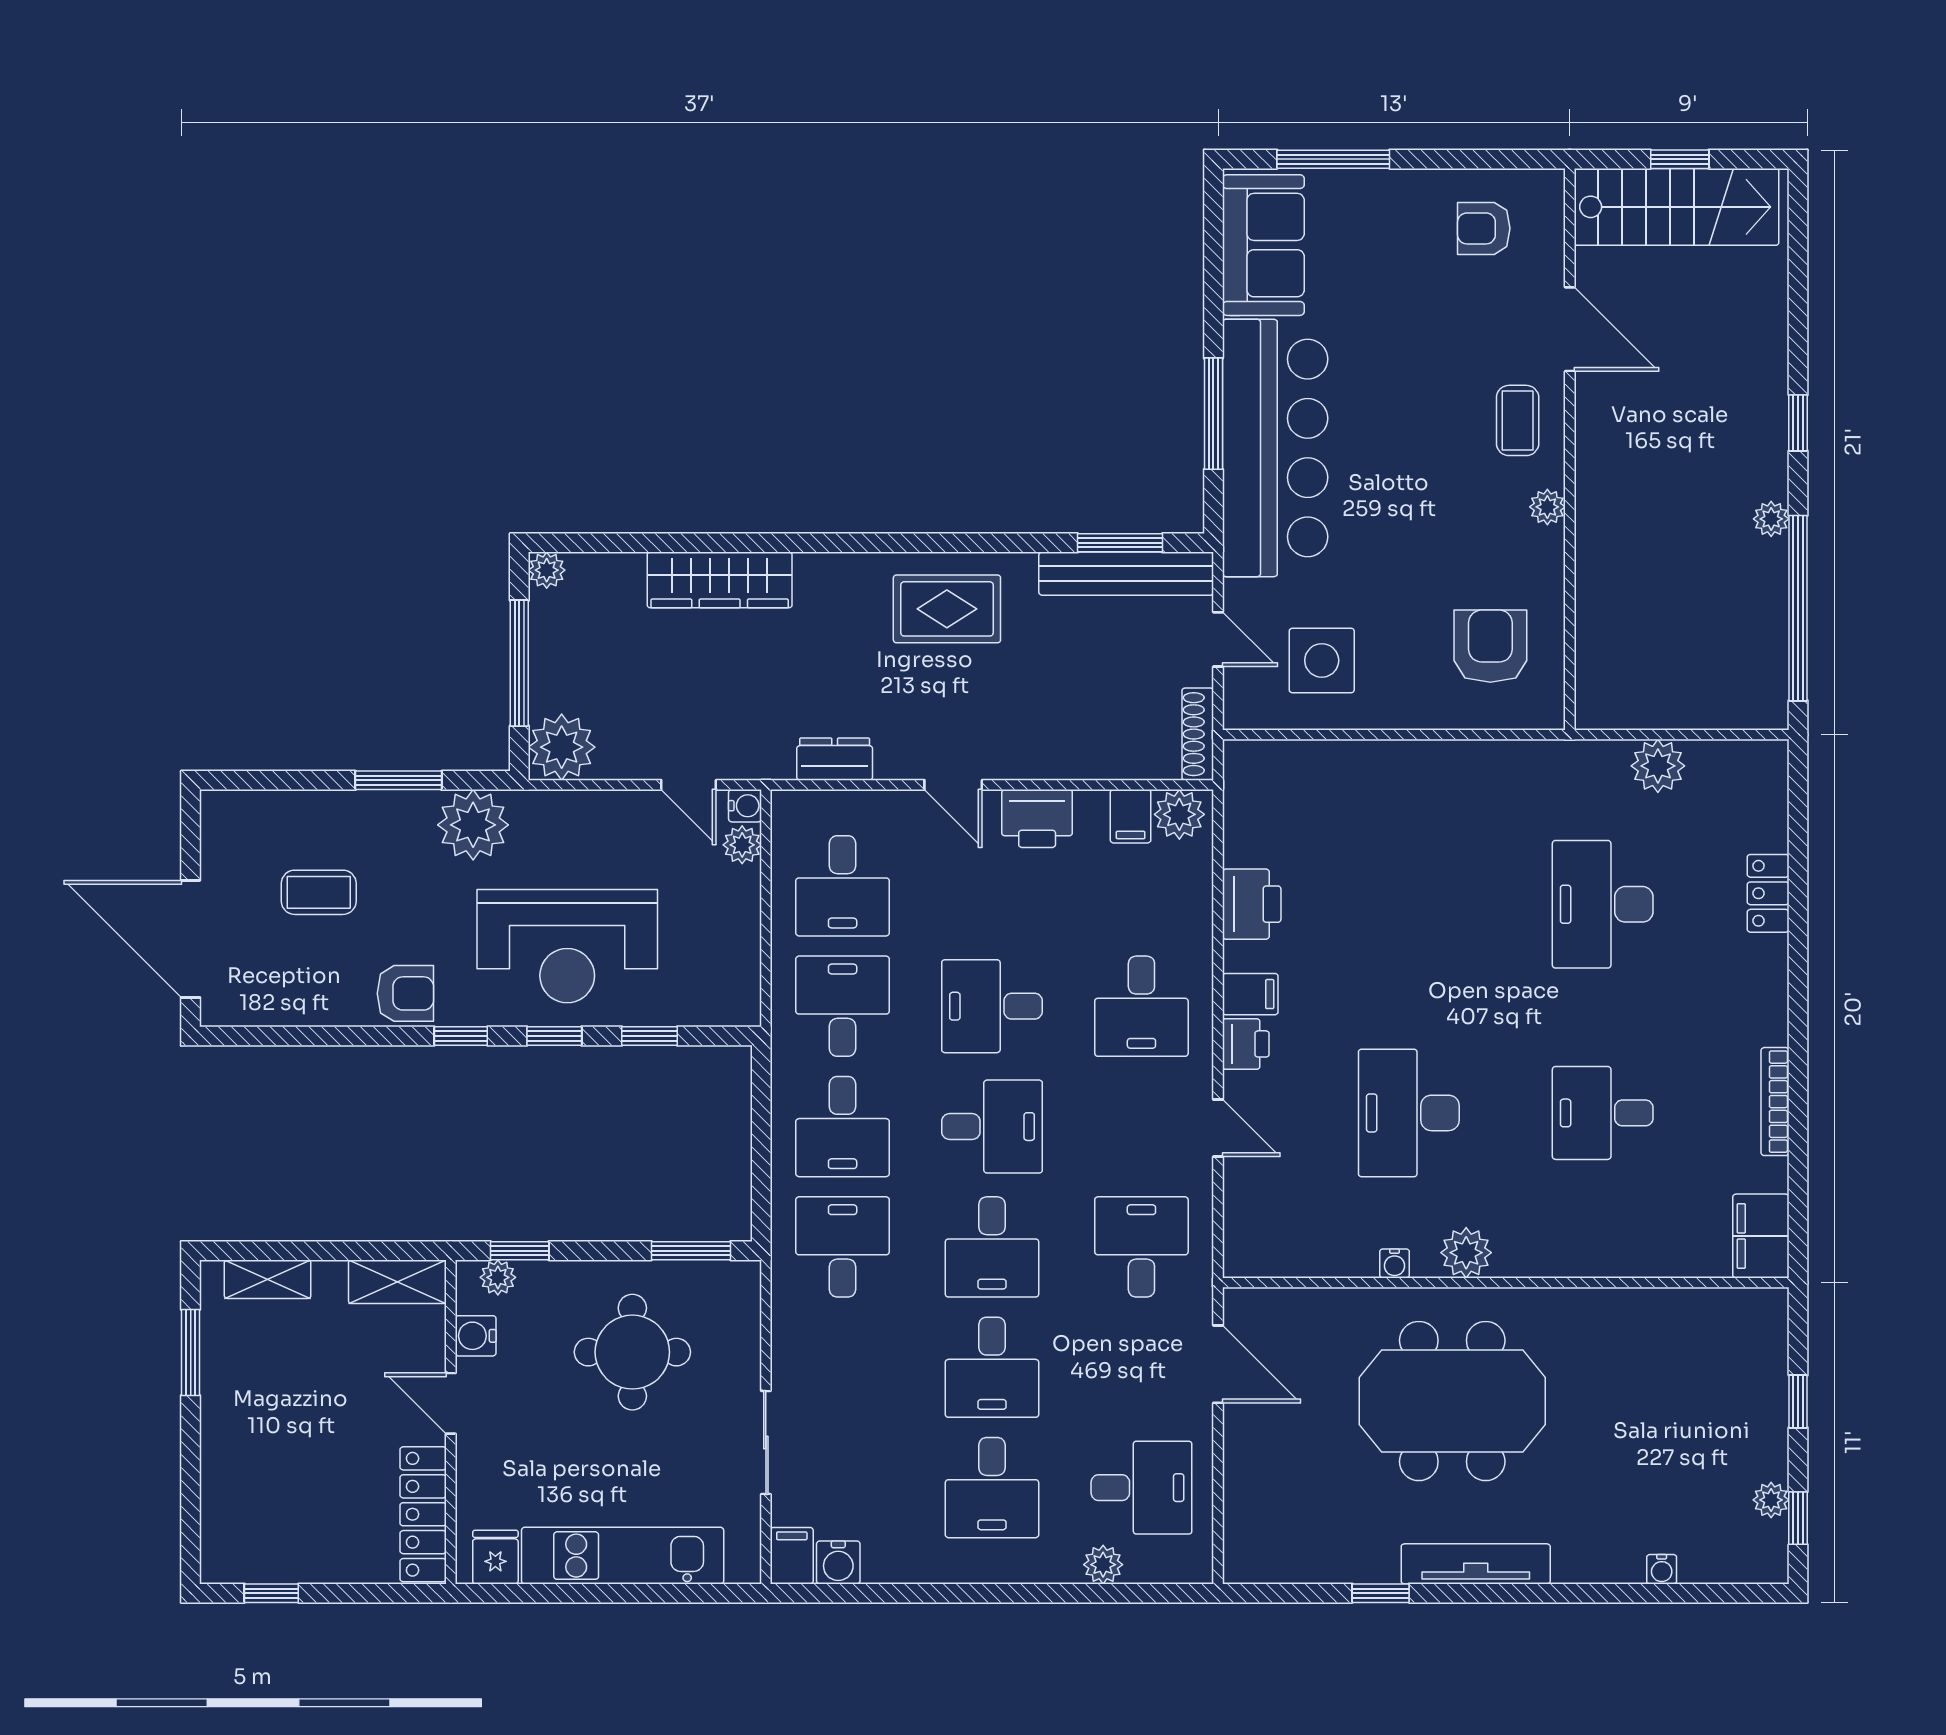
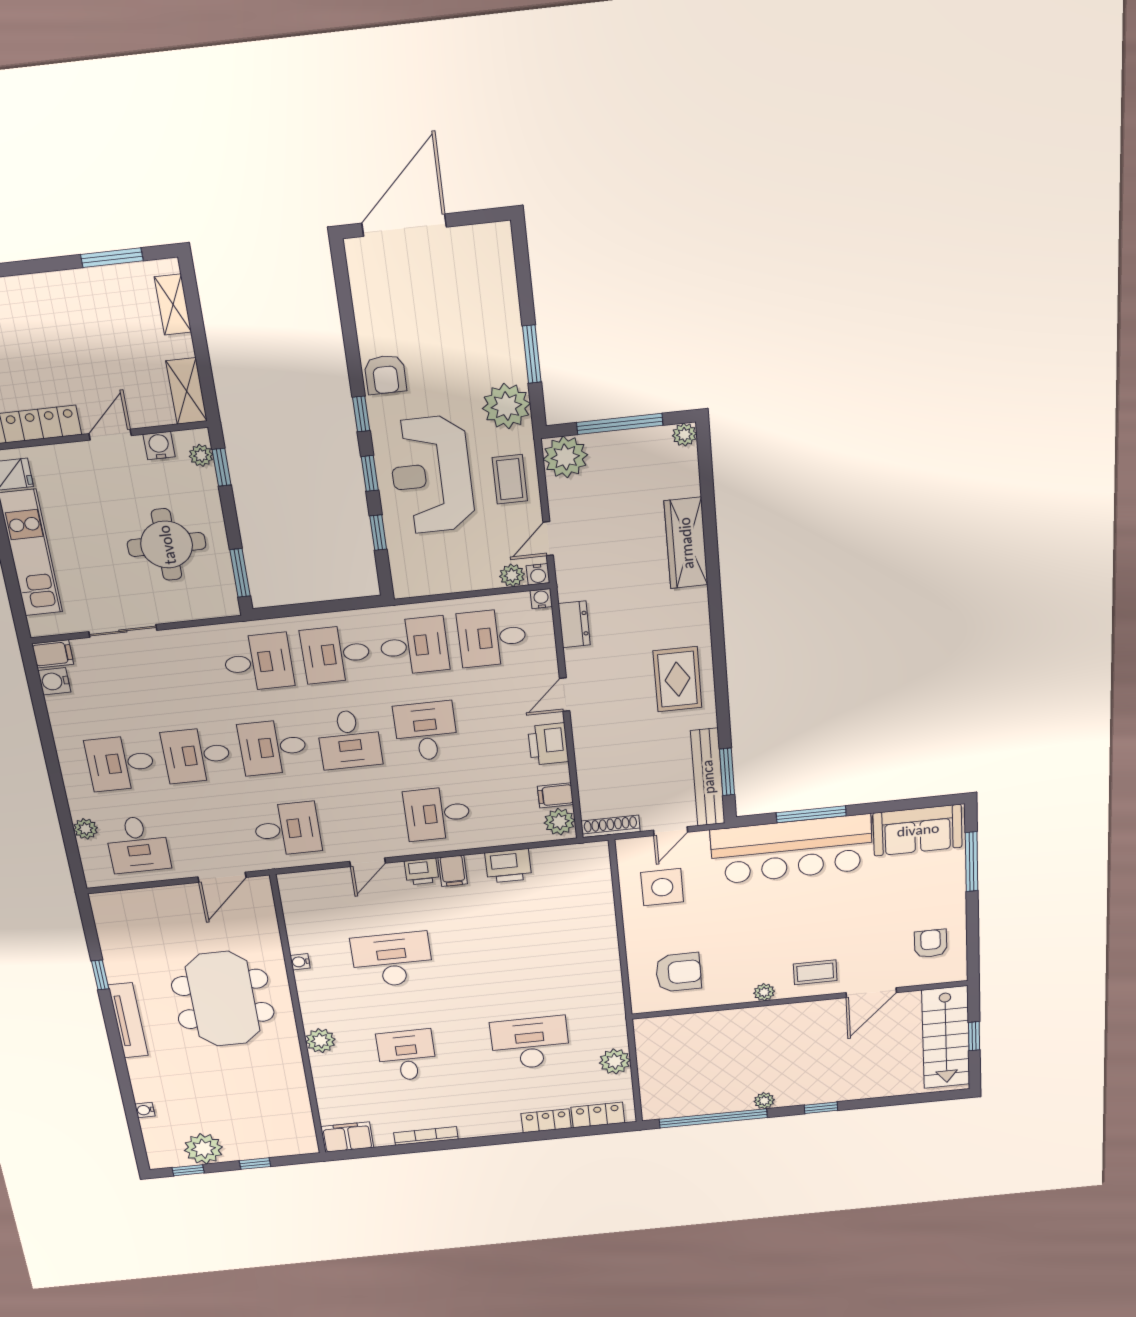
locker: (1767, 804) -> (598, 1115), added
water cooler: (786, 805) -> (541, 599), added
coffee table: (319, 892) -> (510, 479), moved
plant: (1466, 1253) -> (320, 1041), moved
plant: (1771, 1500) -> (203, 1149), width x1.88, depth x1.88

